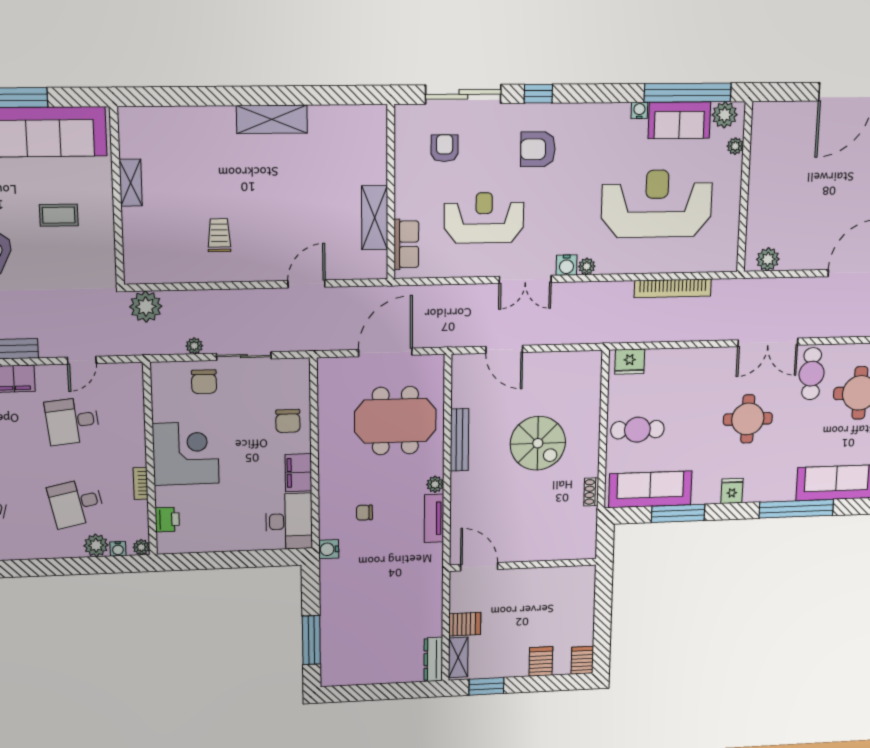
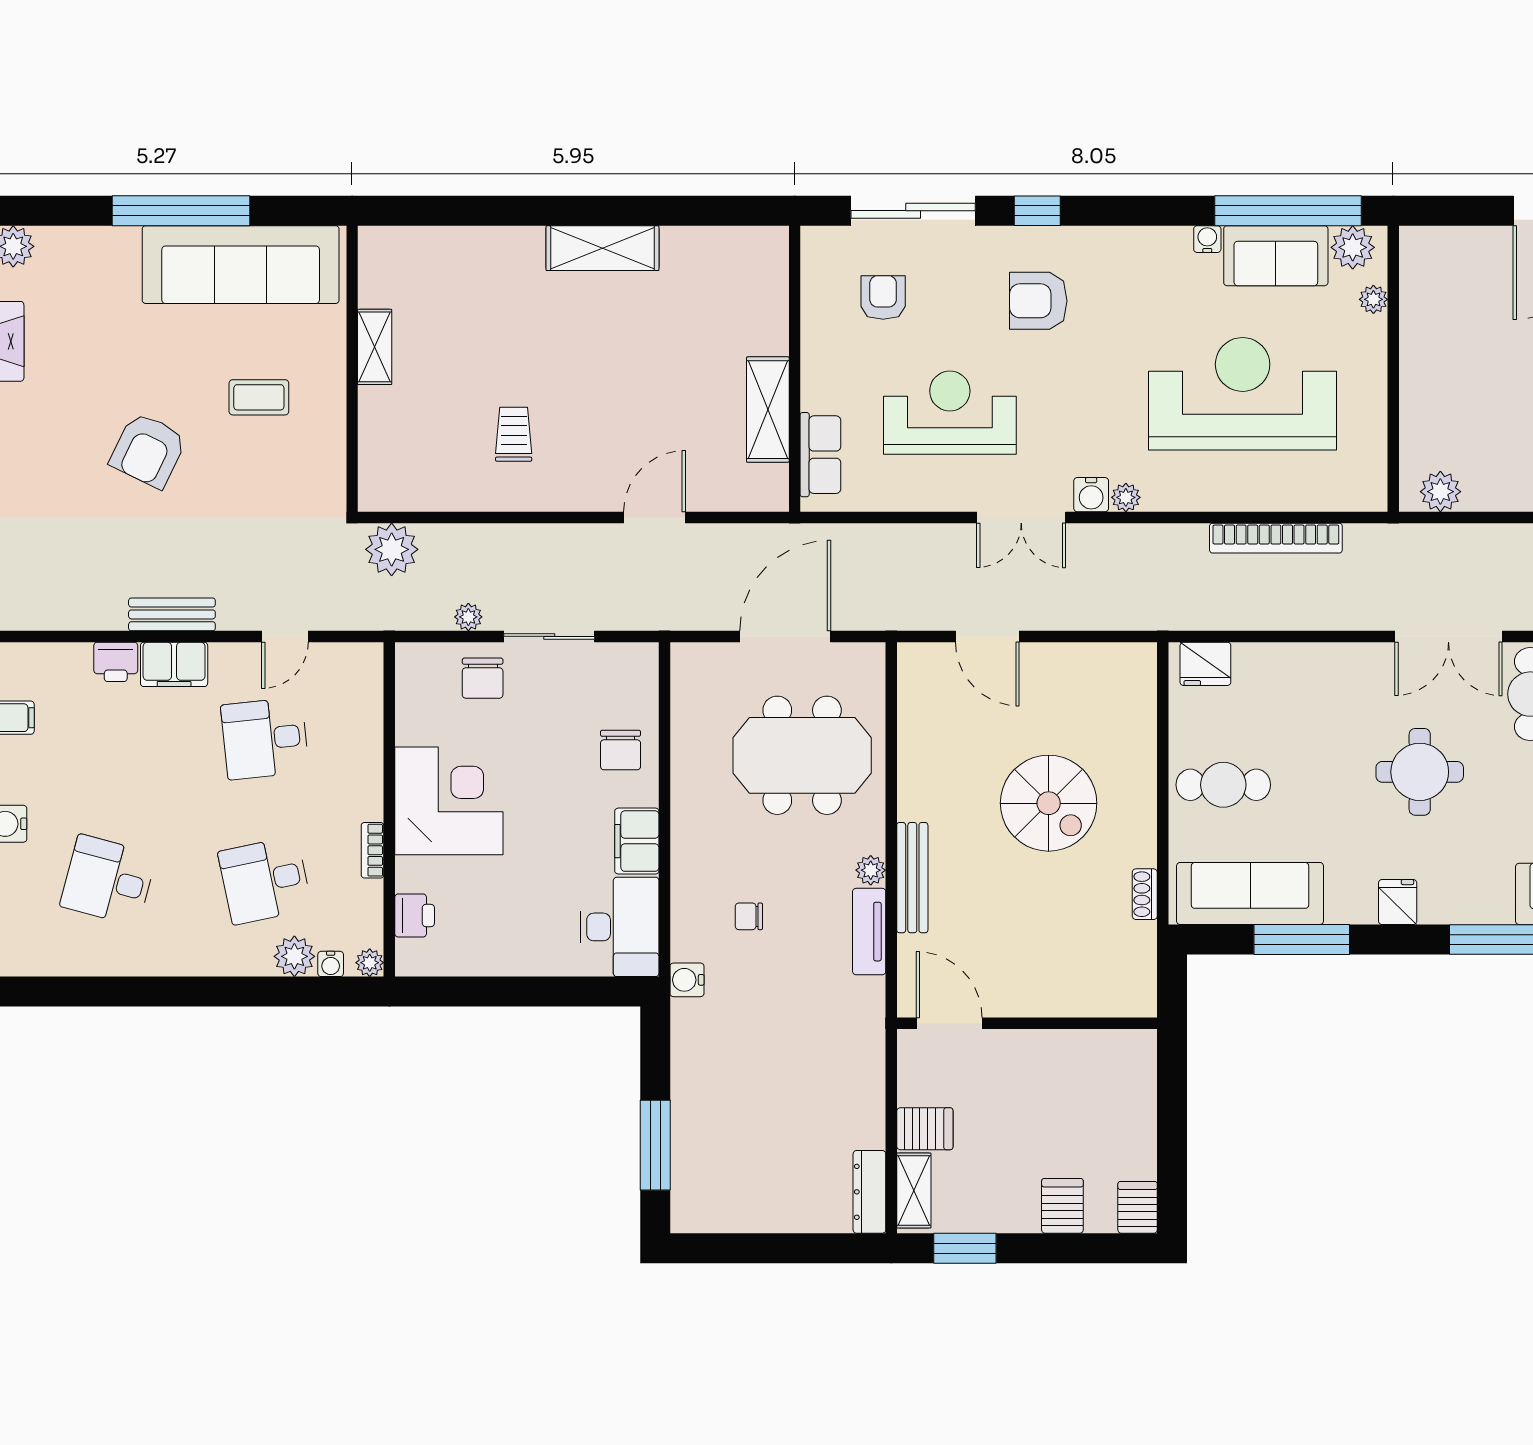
bench: (459, 440) -> (912, 878), moved

